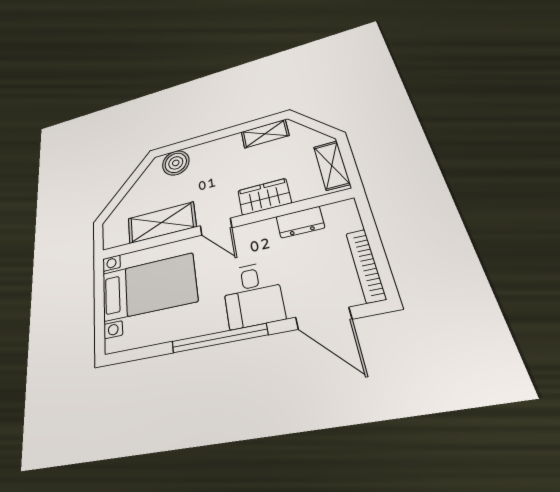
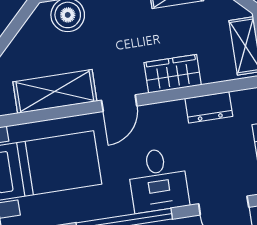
door: (216, 227) -> (119, 103), hinge flipped

